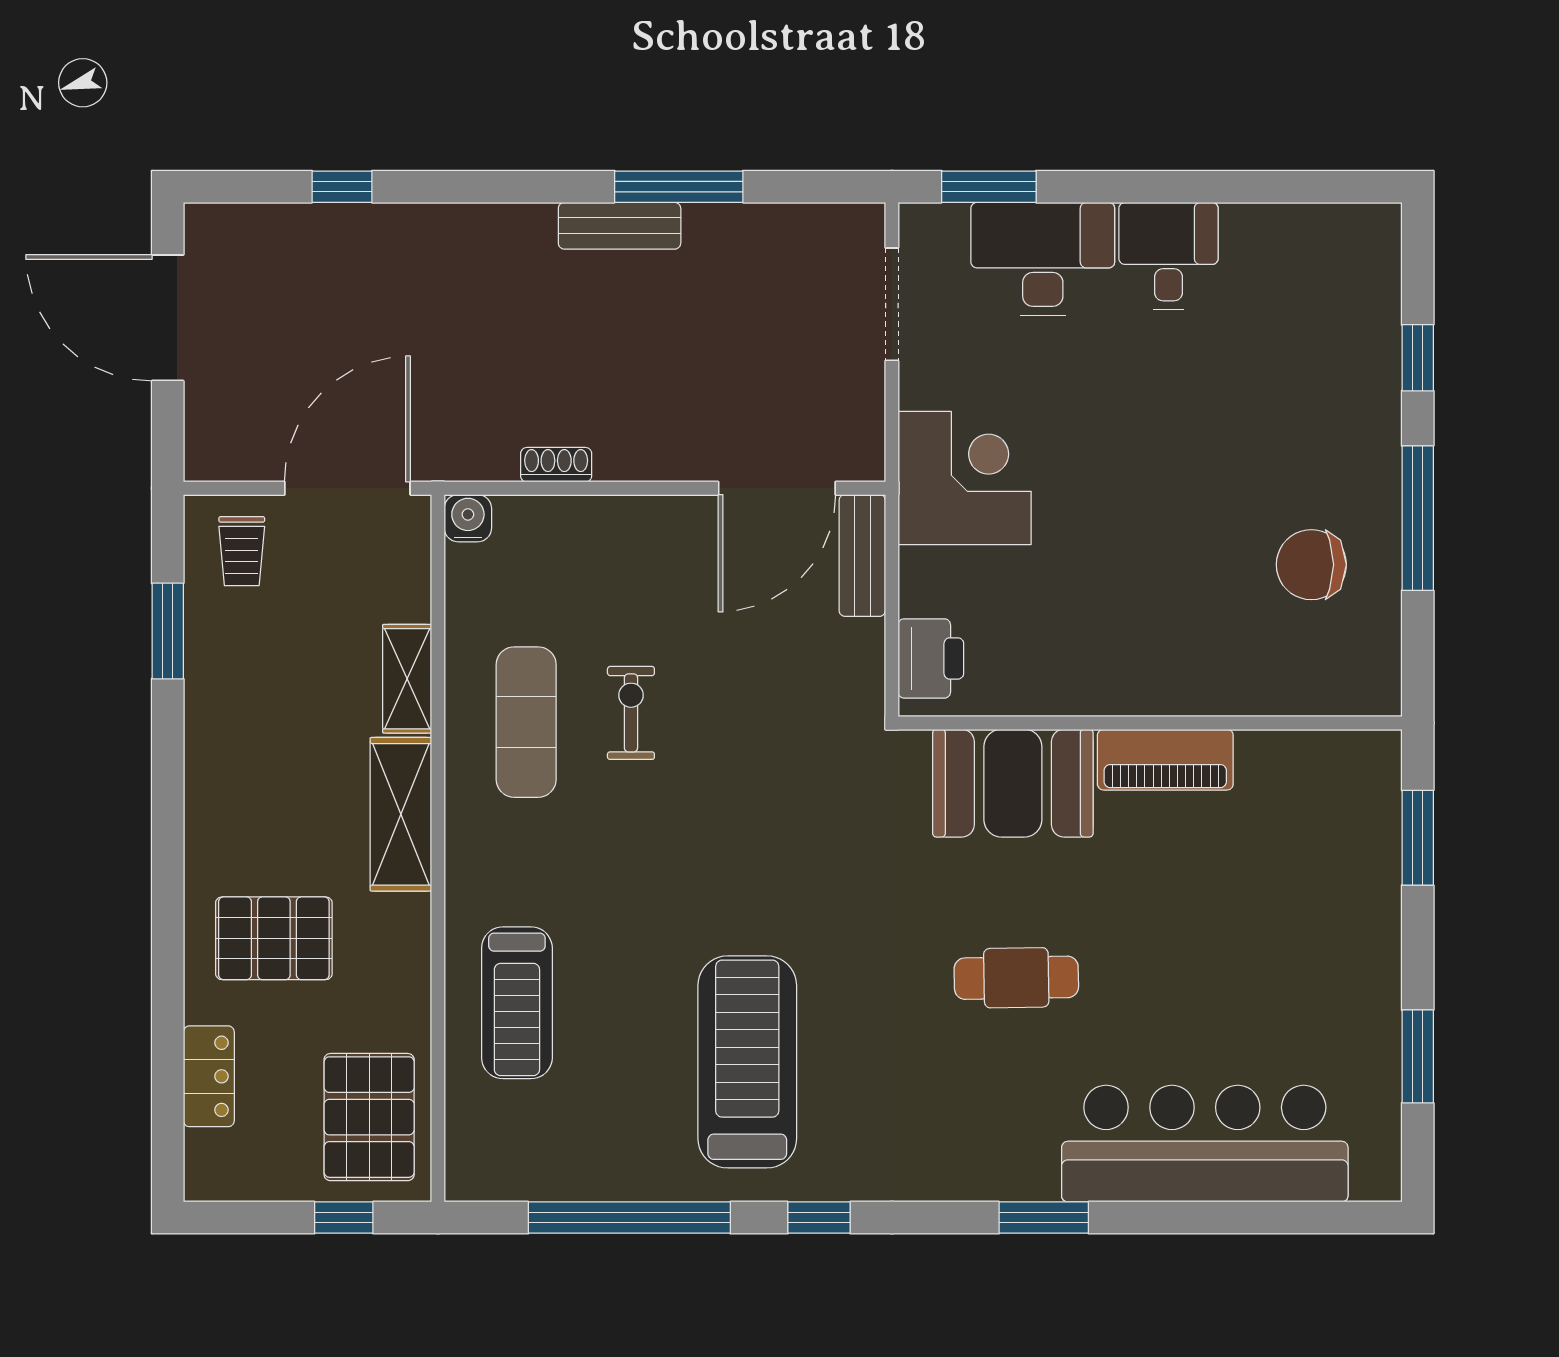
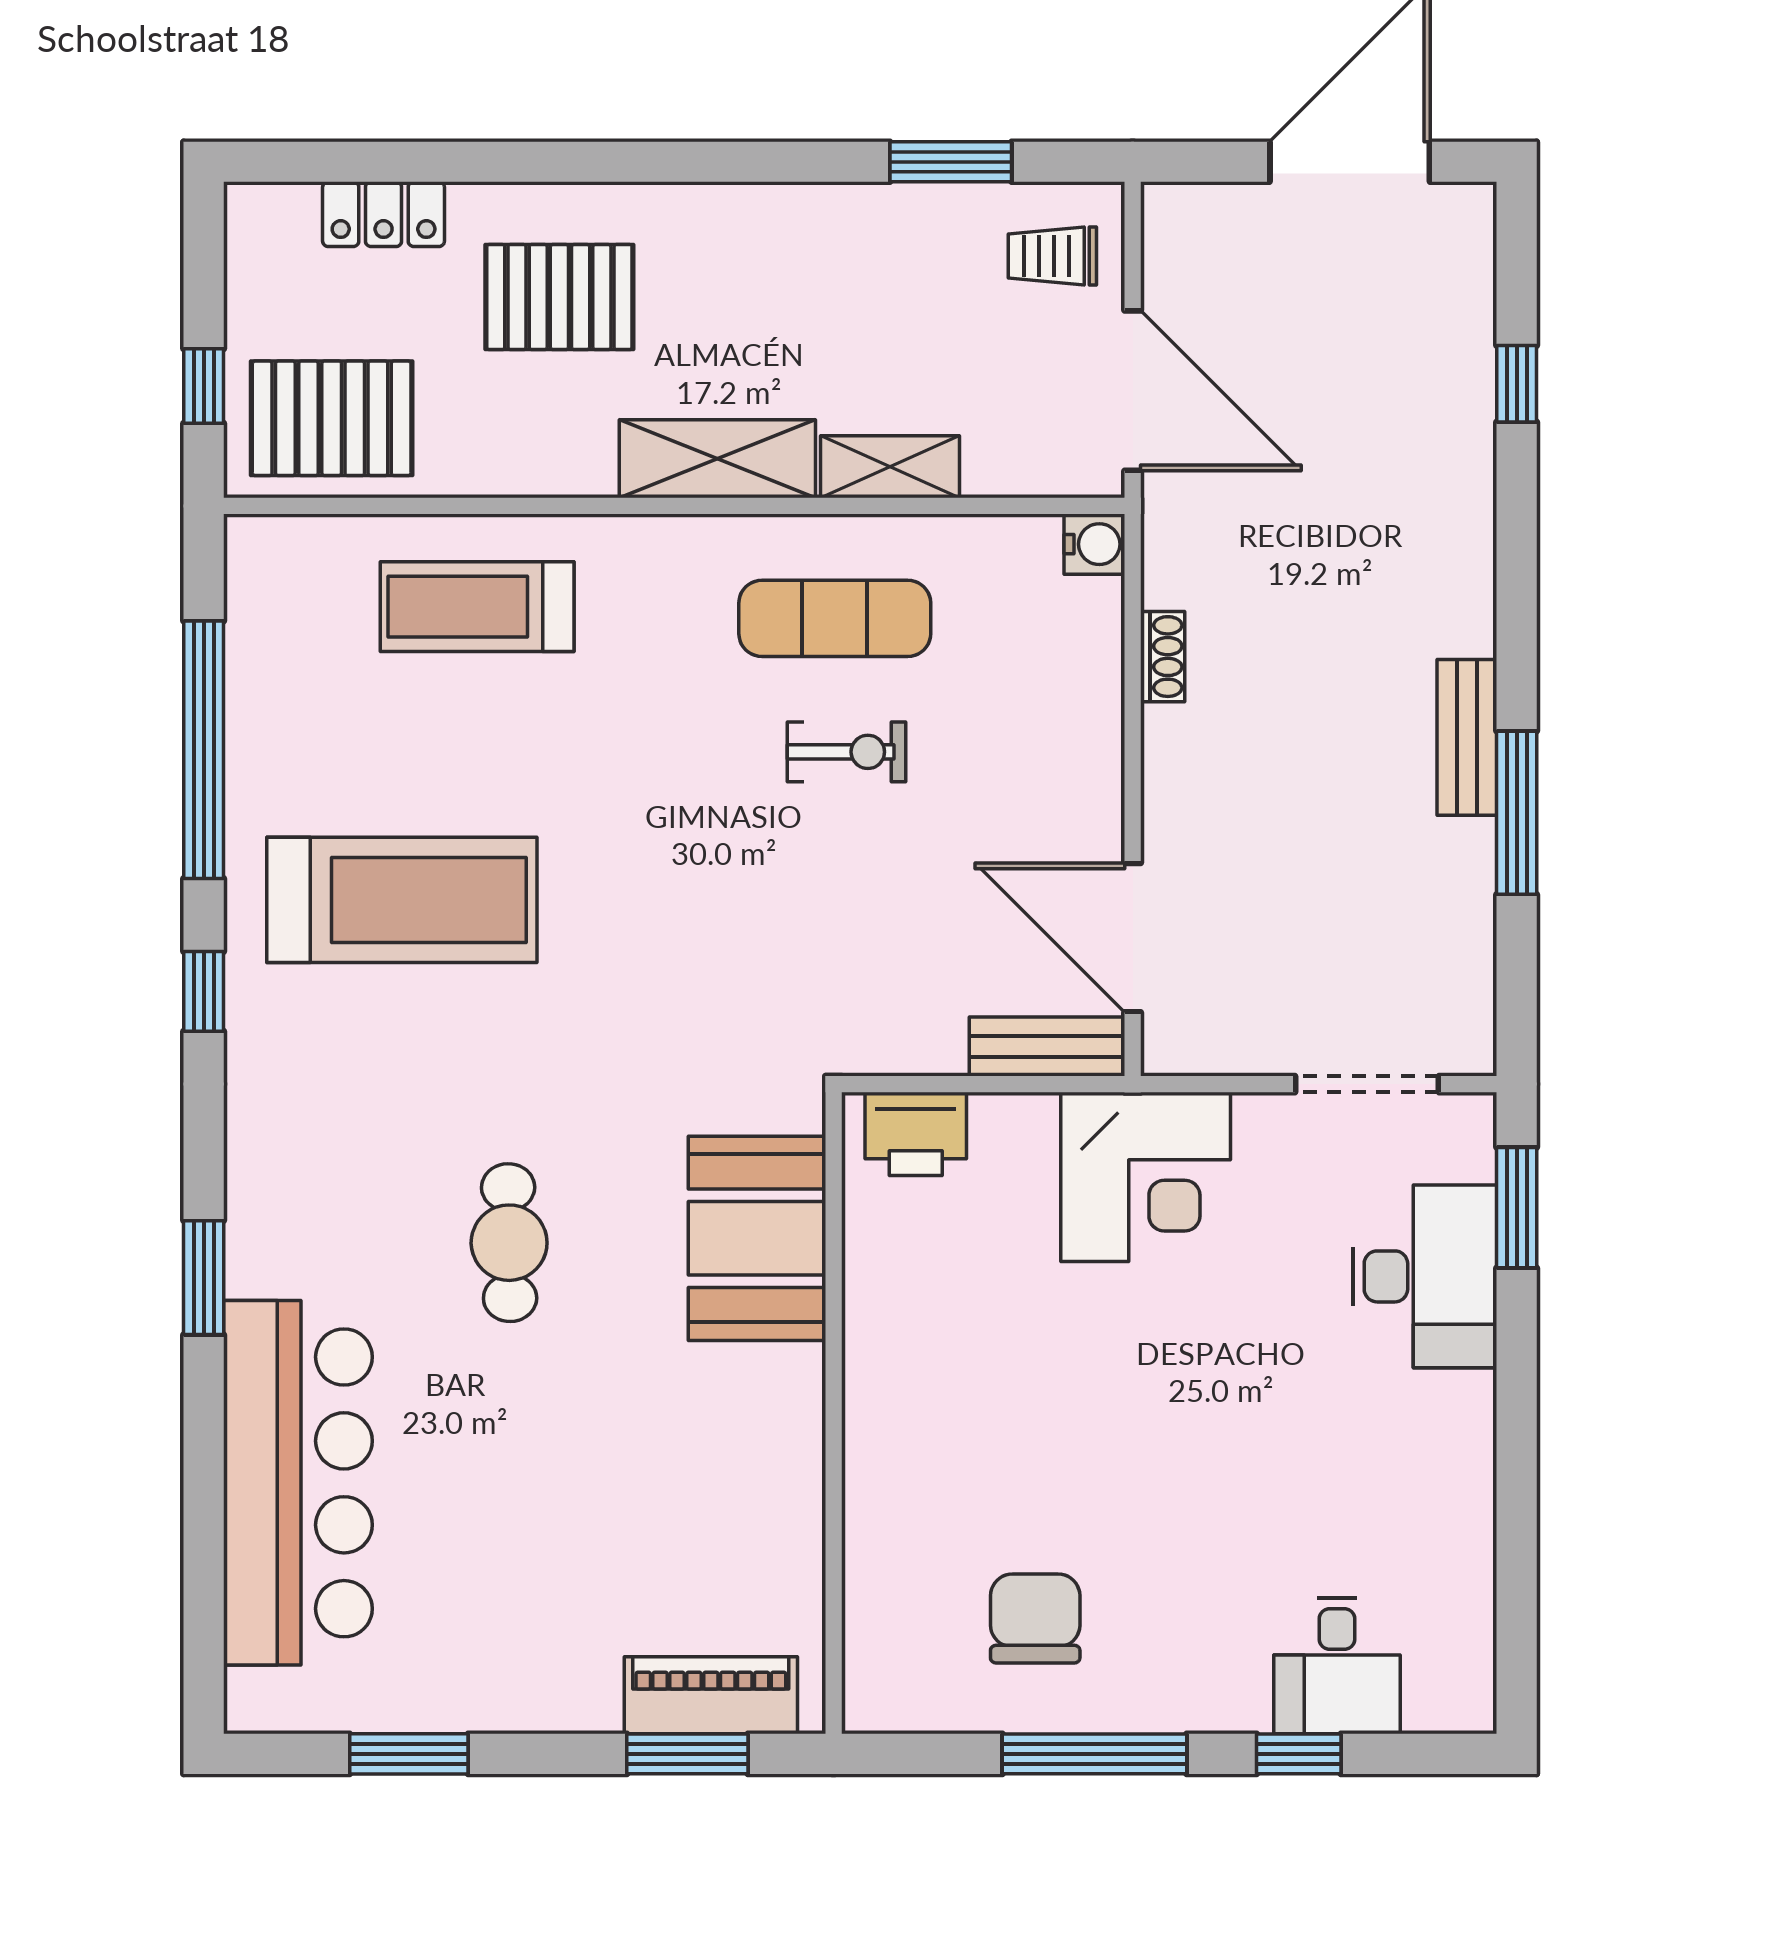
desk: (1169, 256) -> (1337, 1666), moved, turned 90
piano: (1165, 760) -> (711, 1695), moved, turned 90
pallet: (274, 938) -> (559, 297), turned 90

